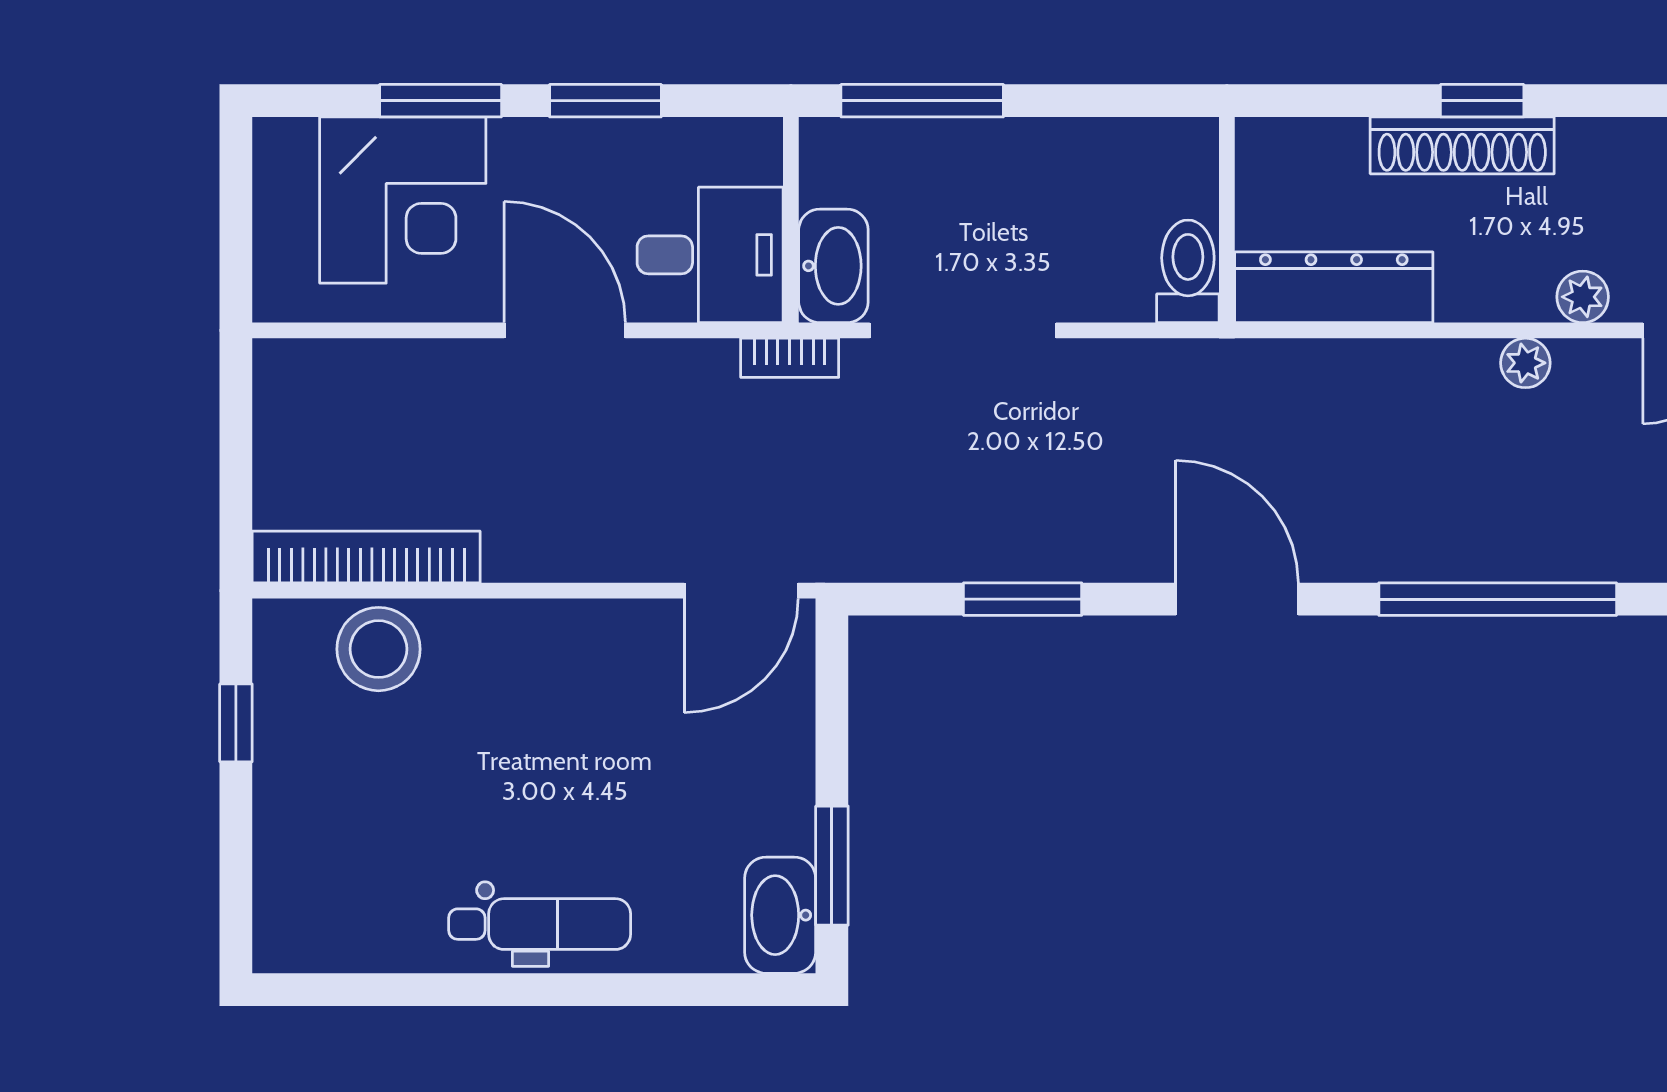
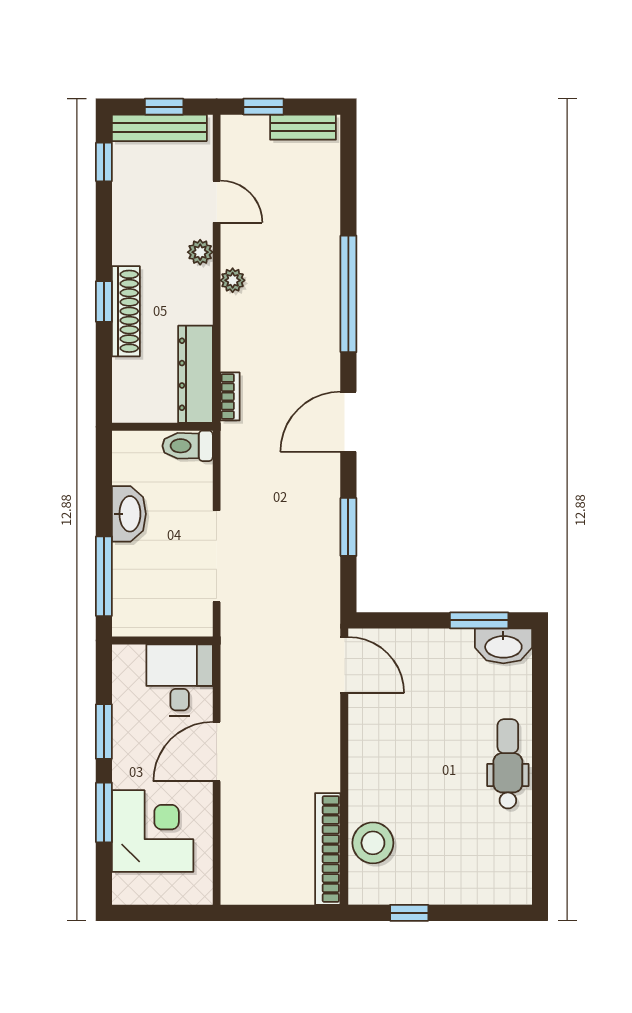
washbasin: (833, 266) -> (129, 514), moved, turned 90
bookcase: (790, 358) -> (230, 396), moved

